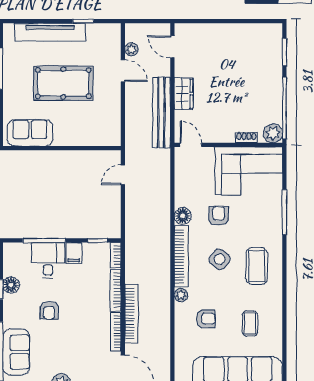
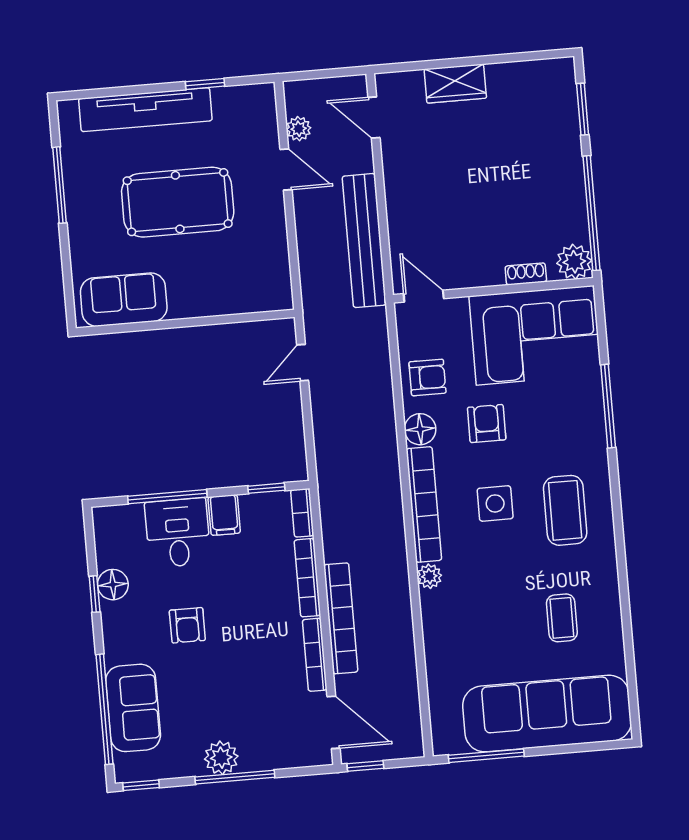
wardrobe: (184, 94) -> (455, 84), moved, turned 90
side table: (219, 259) -> (495, 503), turned -38
armchair: (206, 319) -> (427, 377), moved

